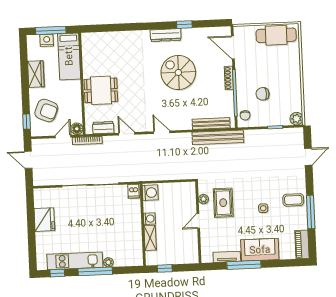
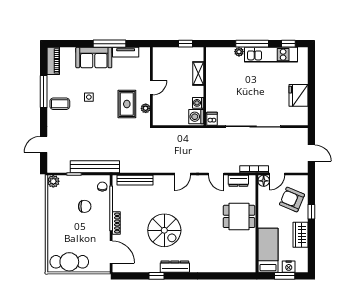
window: (51, 30) -> (285, 276), width x0.69
window: (27, 122) -> (311, 212), moved
door: (162, 132) -> (183, 174), hinge flipped
bench: (218, 137) -> (95, 167), moved
washing machine: (149, 219) -> (198, 103), moved

